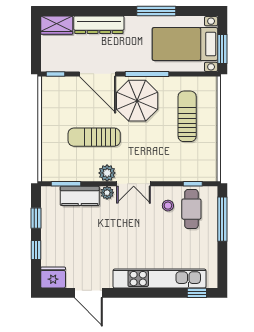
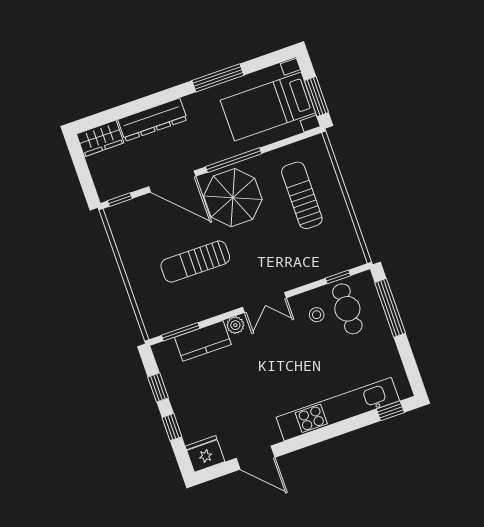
plant: (107, 173) -> (227, 301), removed

